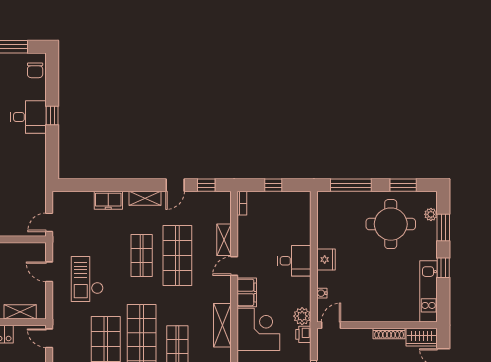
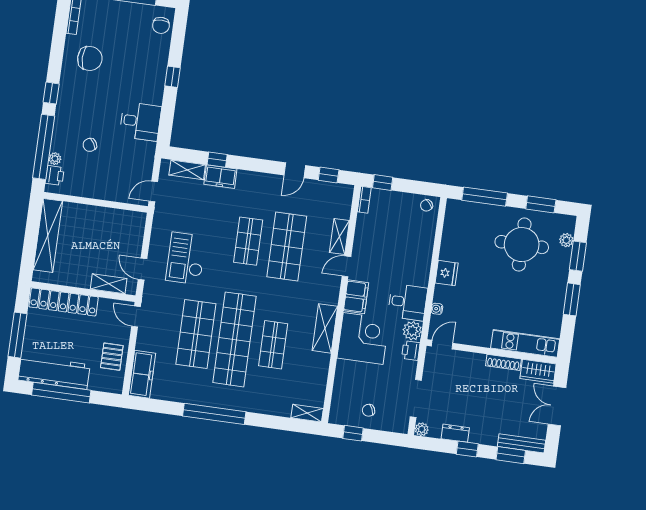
desk: (28, 117) -> (140, 121), moved
window: (103, 185) -> (217, 160), added
window: (273, 185) -> (383, 182), moved
shelving: (145, 198) -> (187, 170), moved
chair: (299, 200) -> (427, 205), added
desk: (294, 261) -> (408, 302), moved
window: (443, 268) -> (572, 299), width x1.50
door: (49, 272) -> (143, 269), moved
kitchen unit: (429, 291) -> (525, 343), moved, turned 90

